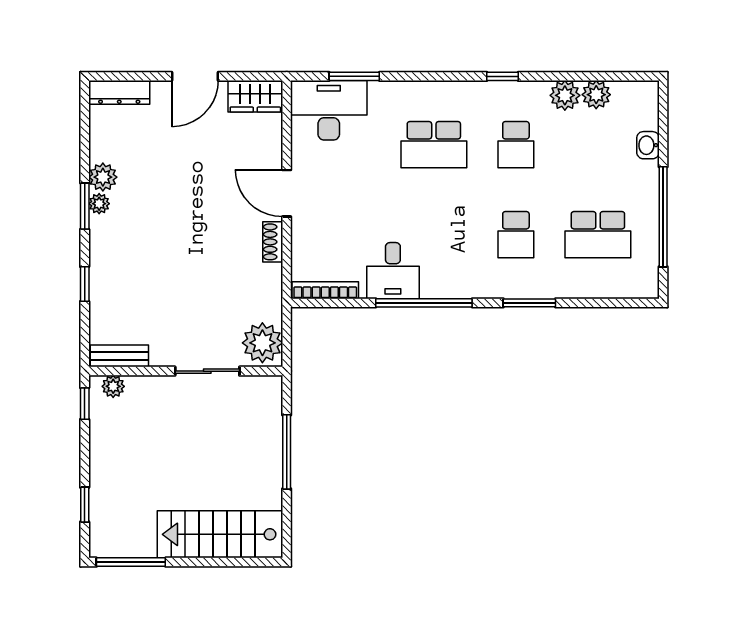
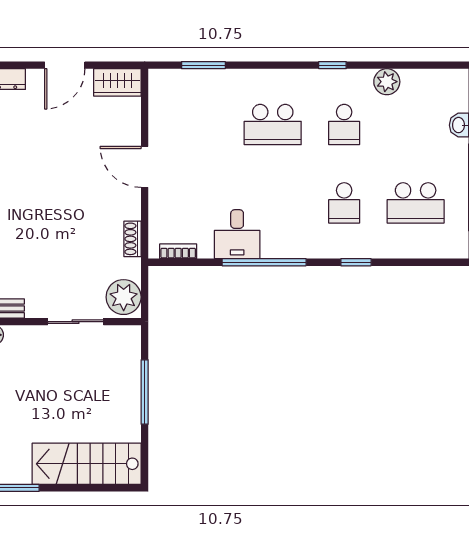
plant: (596, 95) -> (414, 81), removed
desk: (329, 110) -> (181, 95), removed
shoe rack: (273, 242) -> (132, 239), moved
bookcase: (325, 290) -> (178, 251), width x0.64
window: (529, 303) -> (356, 262), width x0.67

